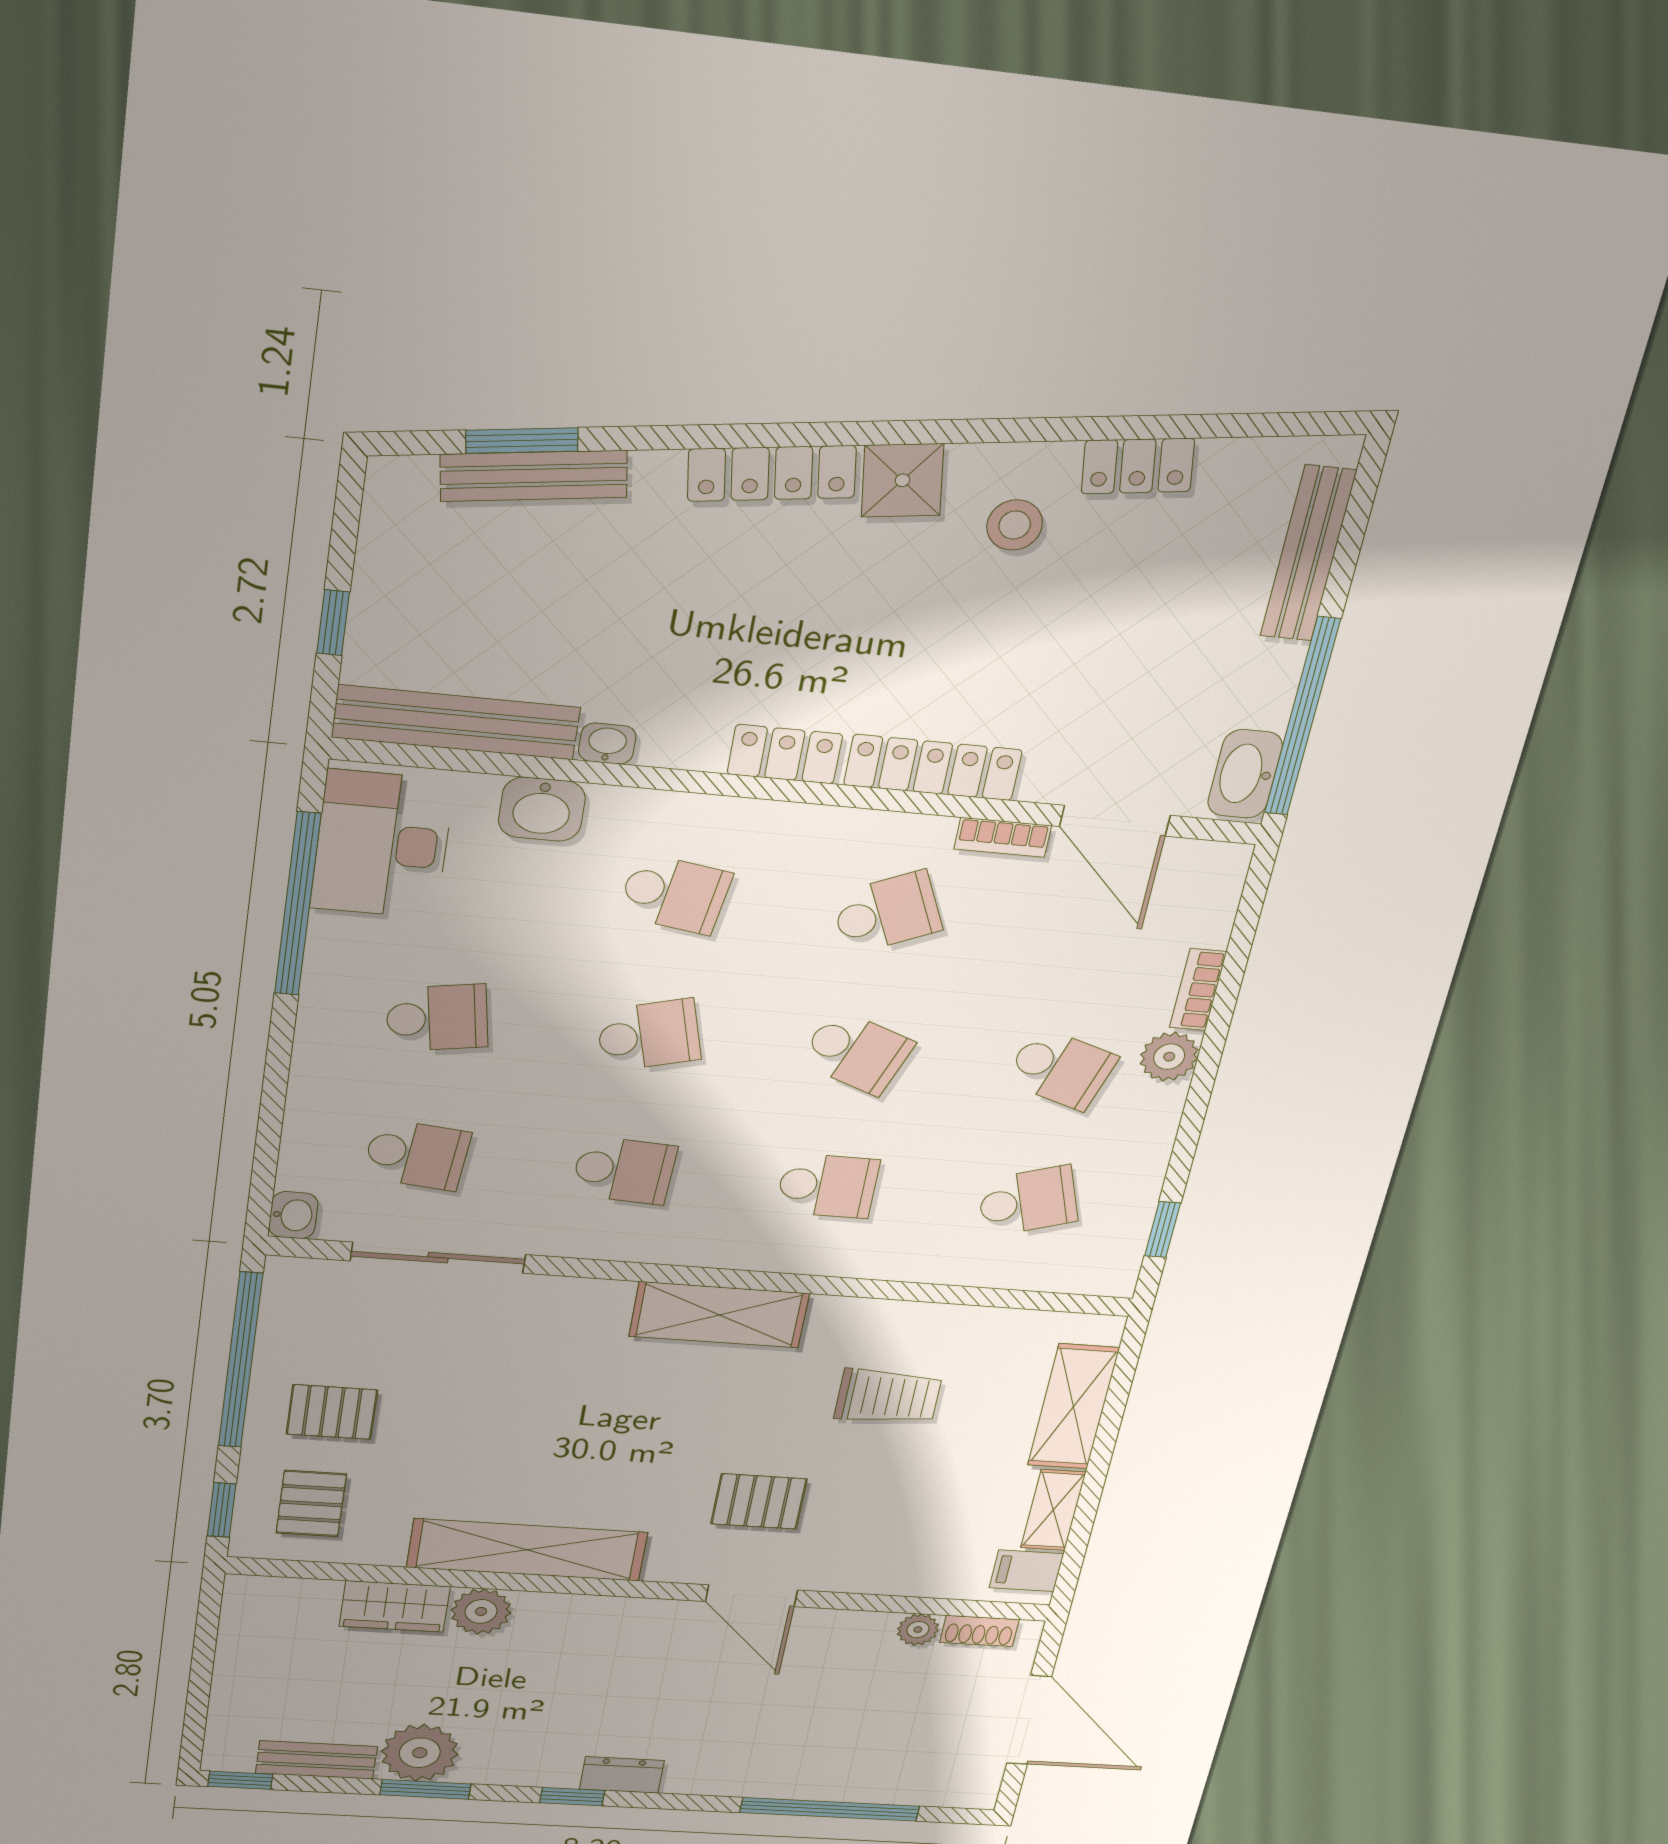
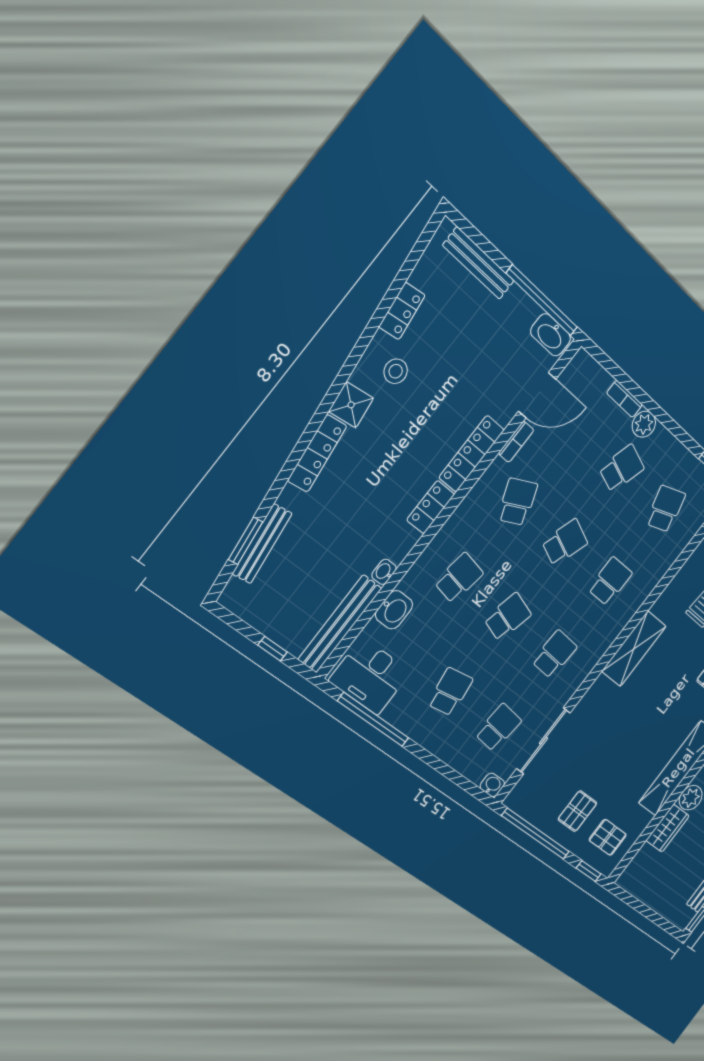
school desk: (649, 1035) -> (508, 617), turned 30

